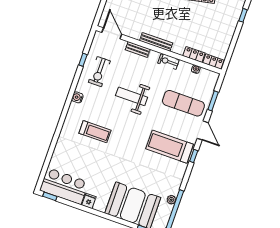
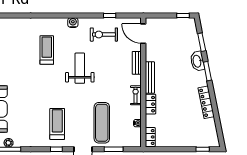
door: (112, 33) -> (143, 34), swing flipped
locker: (194, 54) -> (150, 104), moved
weight bench: (132, 96) -> (80, 68), moved
treadmill: (95, 132) -> (47, 50), turned 180
treadmill: (170, 147) -> (57, 124), width x0.73, depth x0.73

